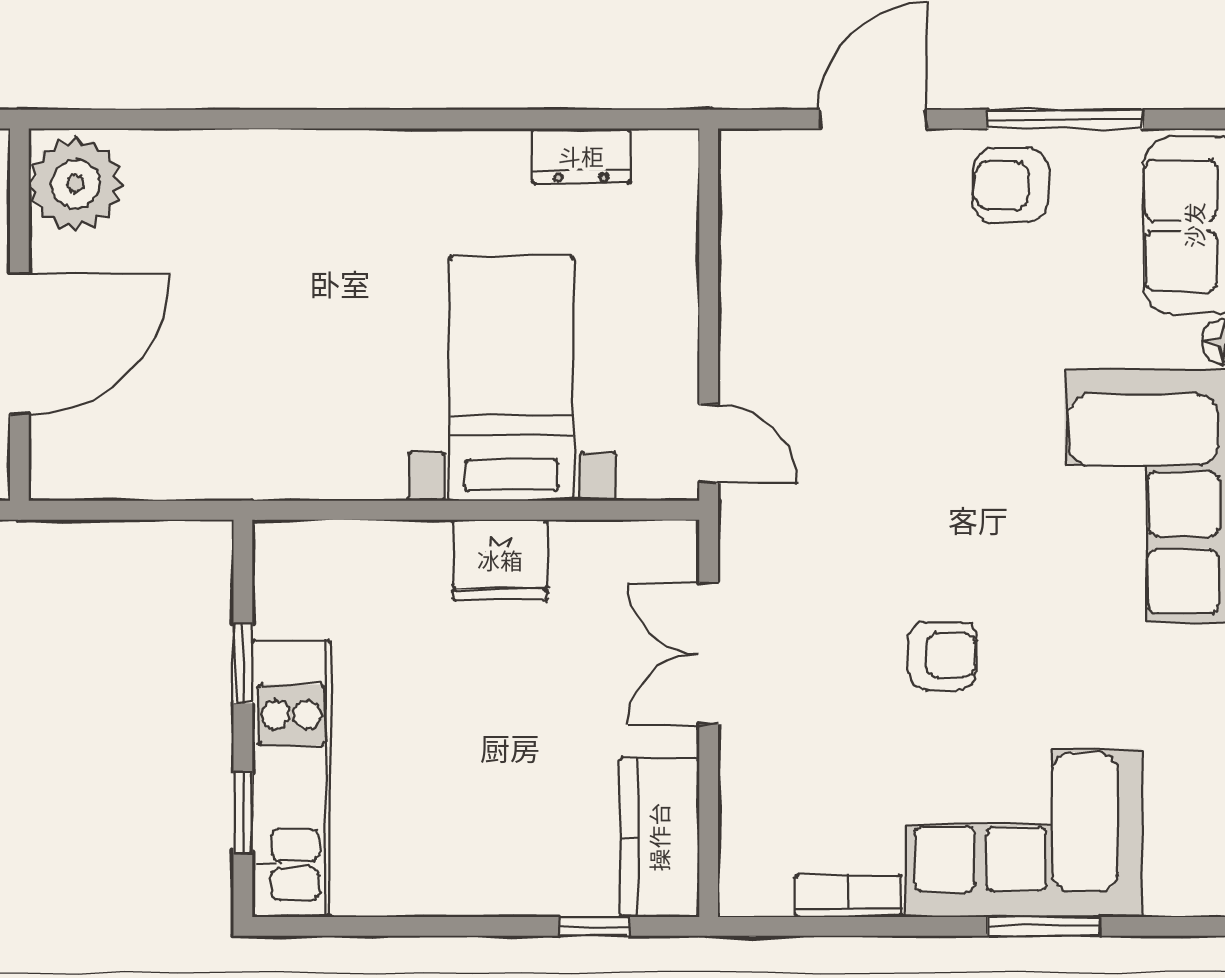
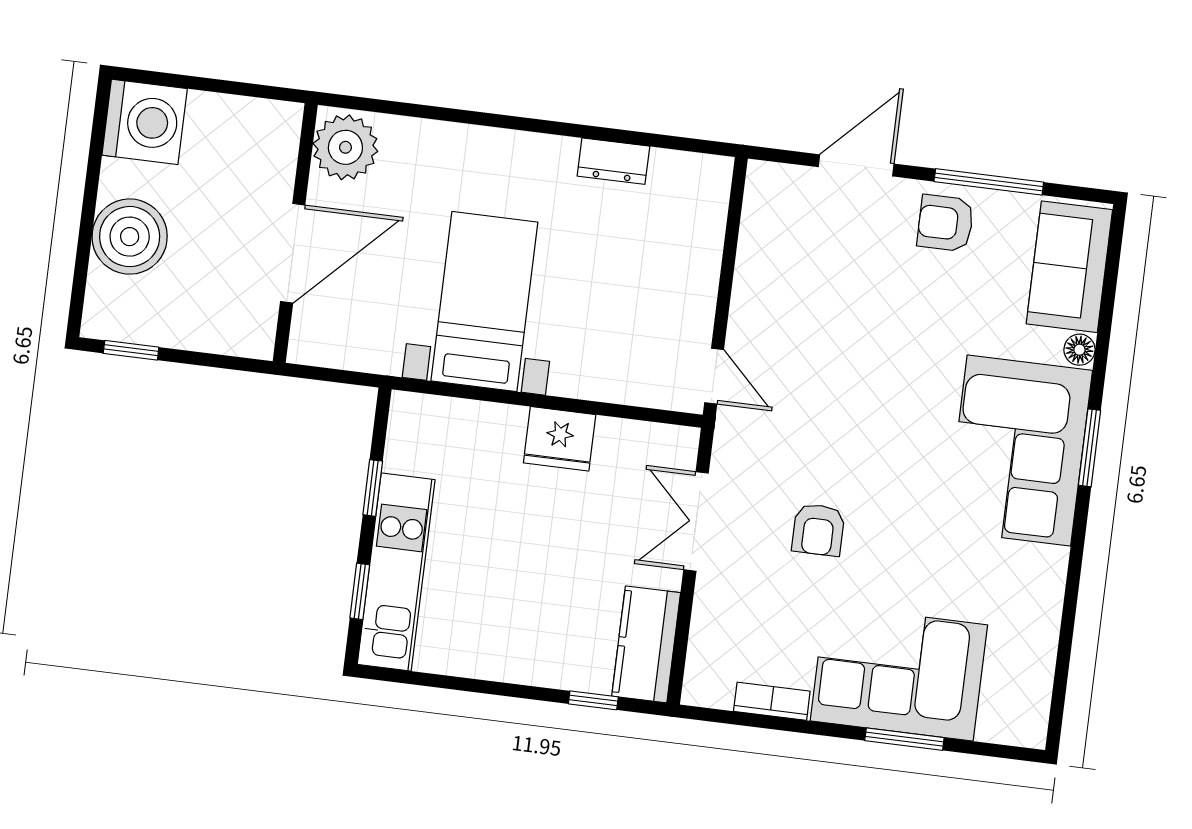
dresser: (581, 156) -> (613, 161), moved
plant: (76, 184) -> (345, 147), moved
wall: (19, 315) -> (295, 233), moved
door: (19, 344) -> (293, 253), moved
bed with nightstands: (512, 379) -> (484, 302), moved
armchair: (942, 655) -> (818, 530), moved, turned 90

